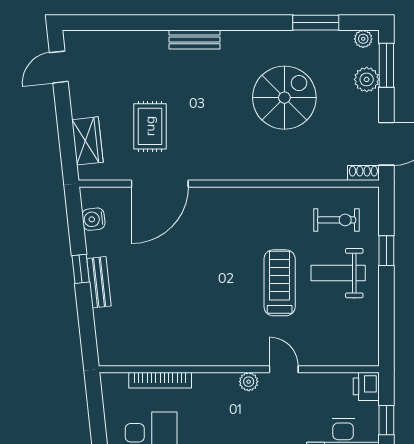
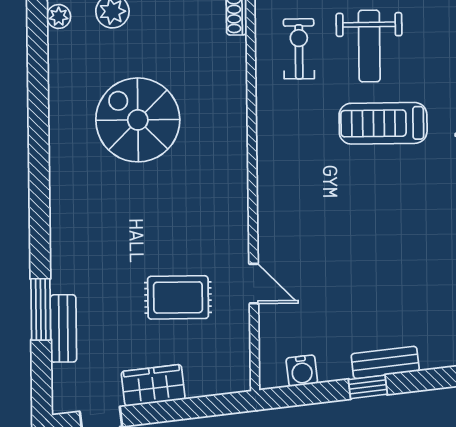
window: (316, 23) -> (41, 309), moved
bench: (194, 39) -> (63, 328), moved
wardrobe: (87, 141) -> (153, 385), moved
door: (160, 184) -> (254, 284), width x0.53

